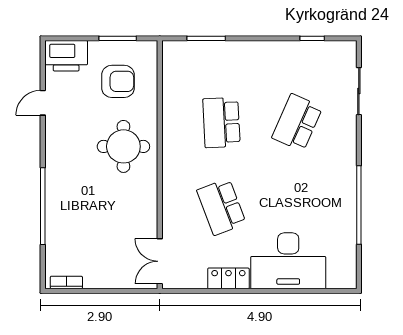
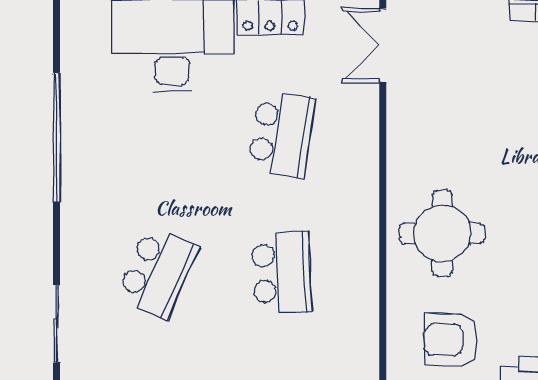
school desk: (221, 207) -> (282, 134), turned 30
double door: (160, 261) -> (383, 45), swing flipped

